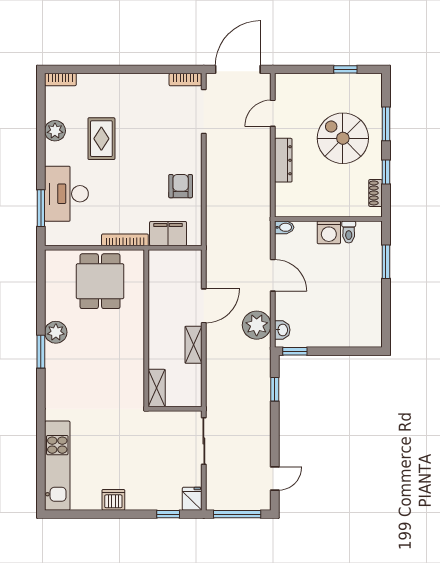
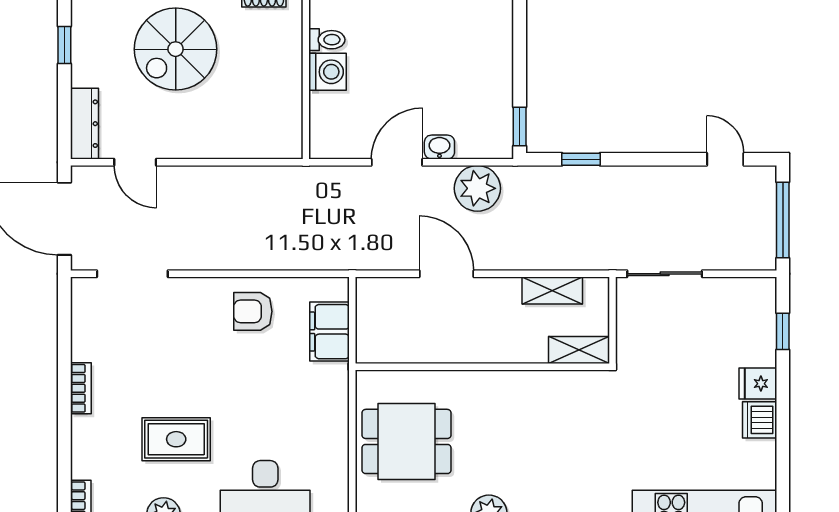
bookcase: (185, 80) -> (81, 388), moved
dresser: (283, 160) -> (84, 124), moved, turned 90
bidet: (284, 227) -> (319, 144), removed
bookcase: (125, 240) -> (340, 401), removed
washbasin: (282, 330) -> (439, 147), moved
shelving: (193, 345) -> (552, 290), moved
fridge: (192, 499) -> (758, 384), moved

